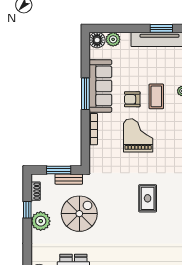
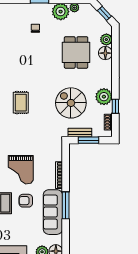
armchair: (132, 99) -> (26, 201), turned 180
rug: (148, 198) -> (21, 103), moved
spiral stairs: (79, 214) -> (71, 103), turned 90

